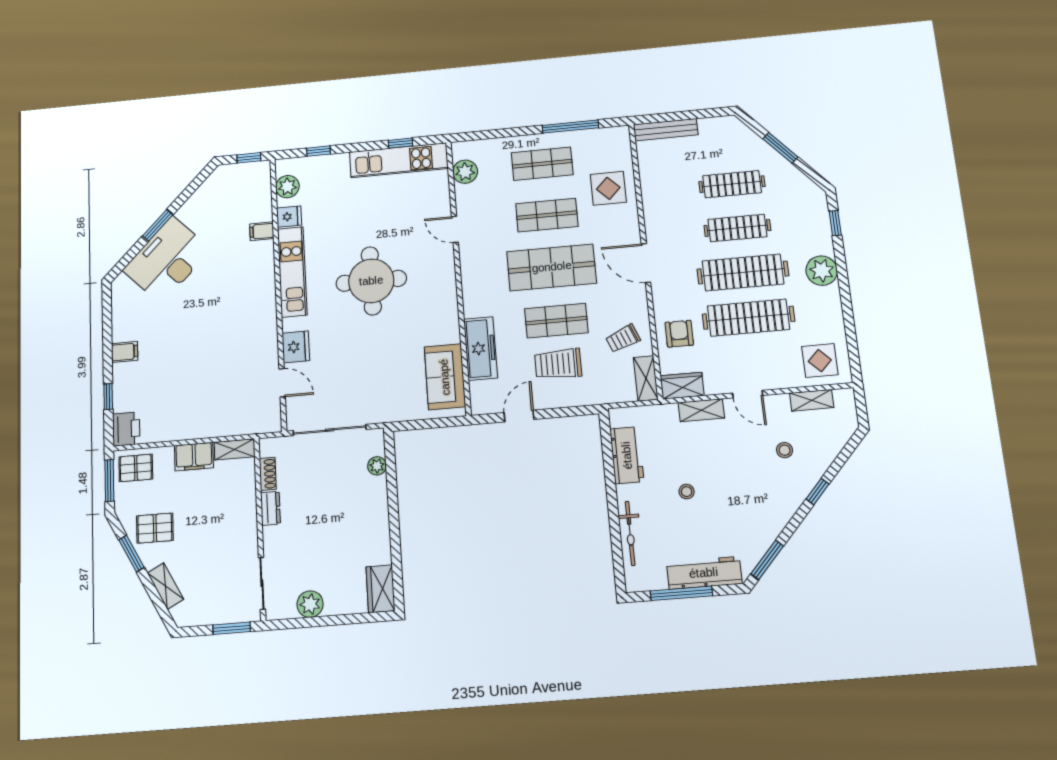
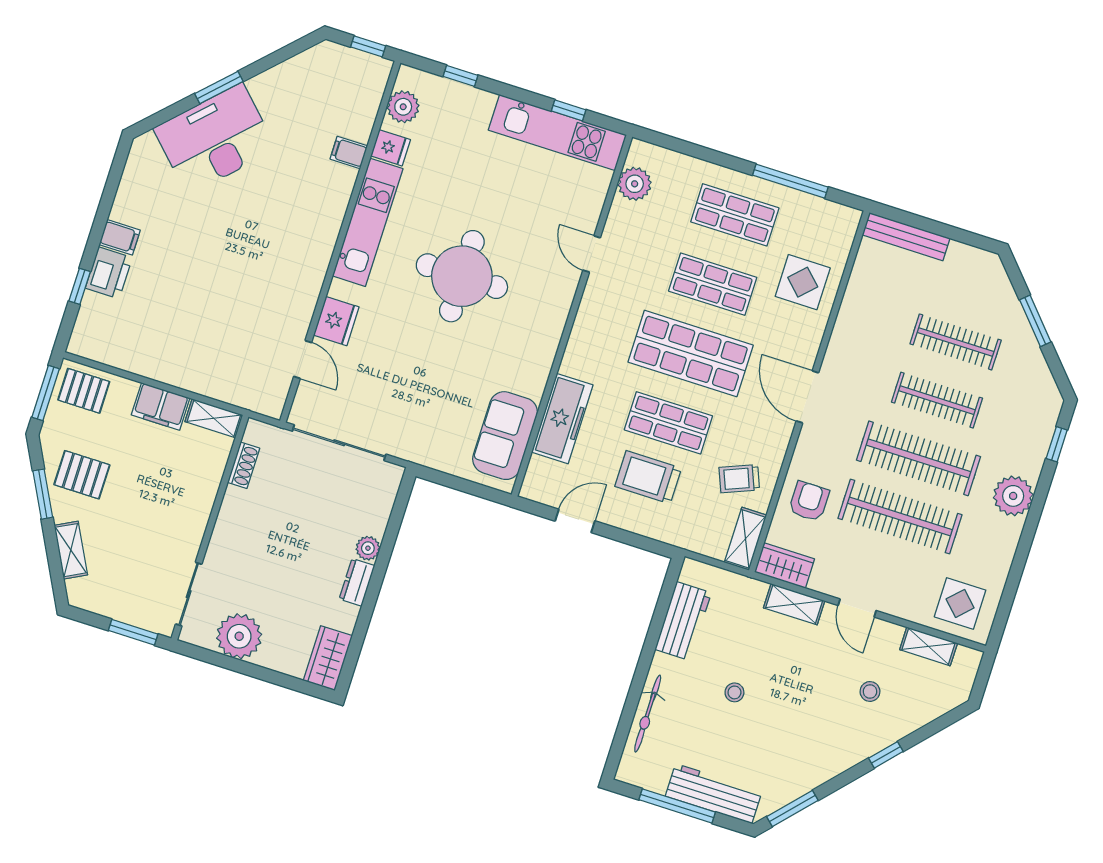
printer: (126, 429) -> (109, 273), moved
plant: (377, 466) -> (368, 548), moved
dresser: (270, 508) -> (357, 582), moved, turned 180
plant: (310, 604) -> (239, 636), width x1.36, depth x1.36

